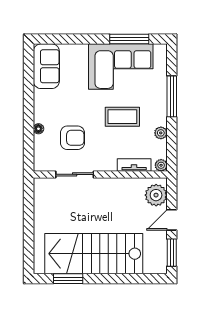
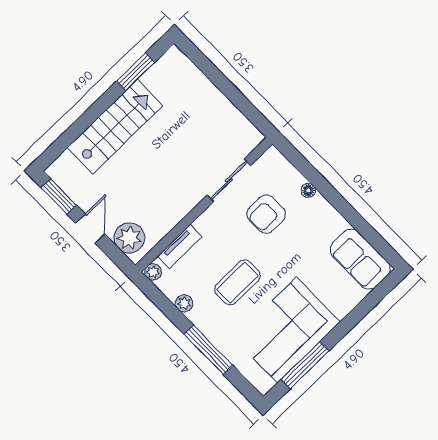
stairs: (94, 254) -> (115, 127), width x0.73, depth x0.66

